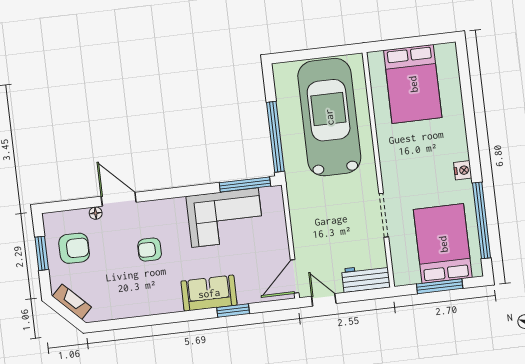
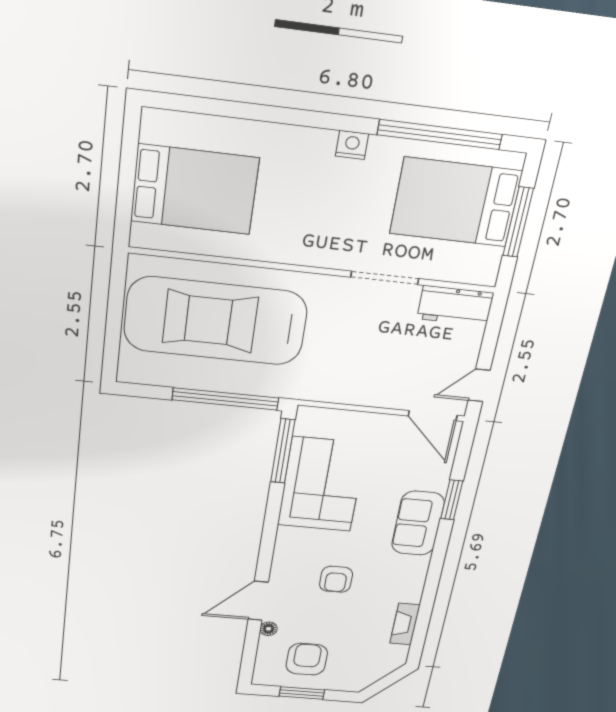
workbench: (366, 278) -> (455, 306), moved, turned -90
fireplace: (72, 302) -> (405, 624), moved, turned -45

